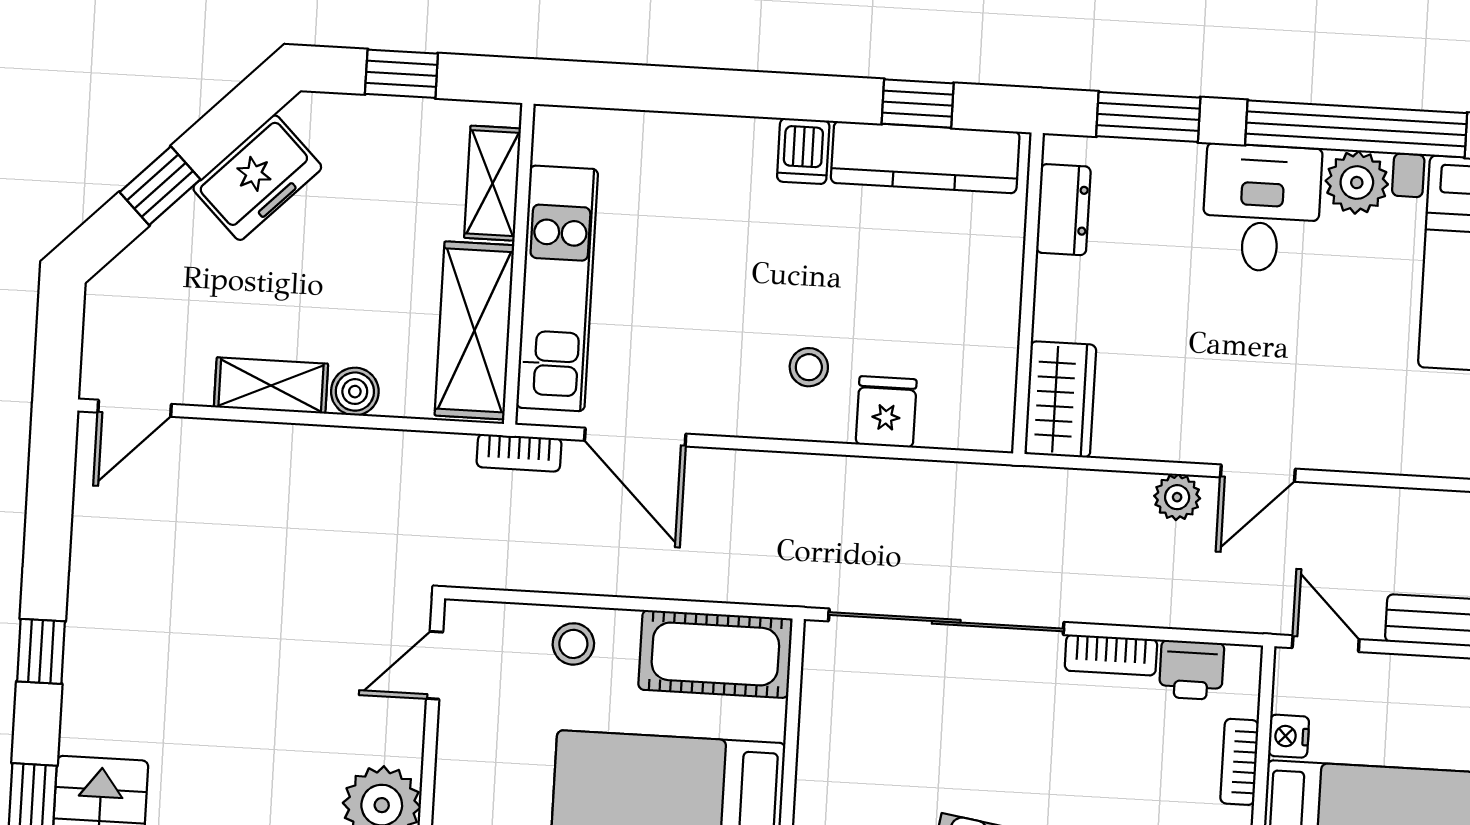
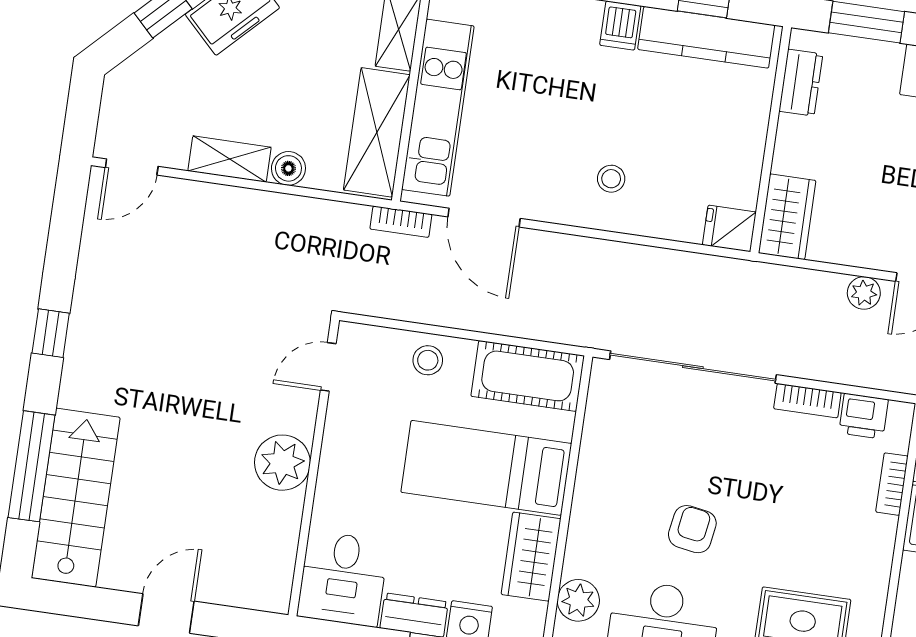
fridge: (886, 412) -> (729, 228), moved, turned -90

